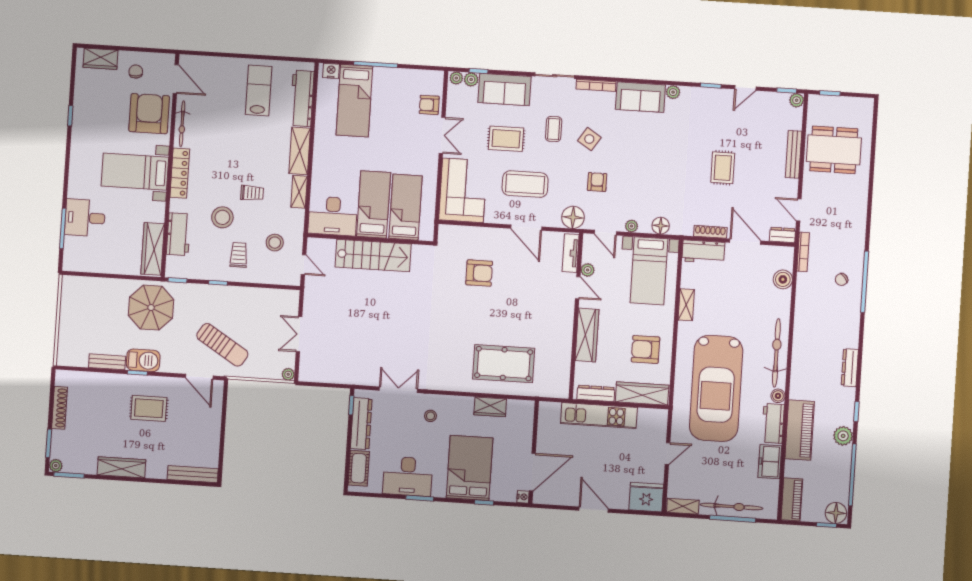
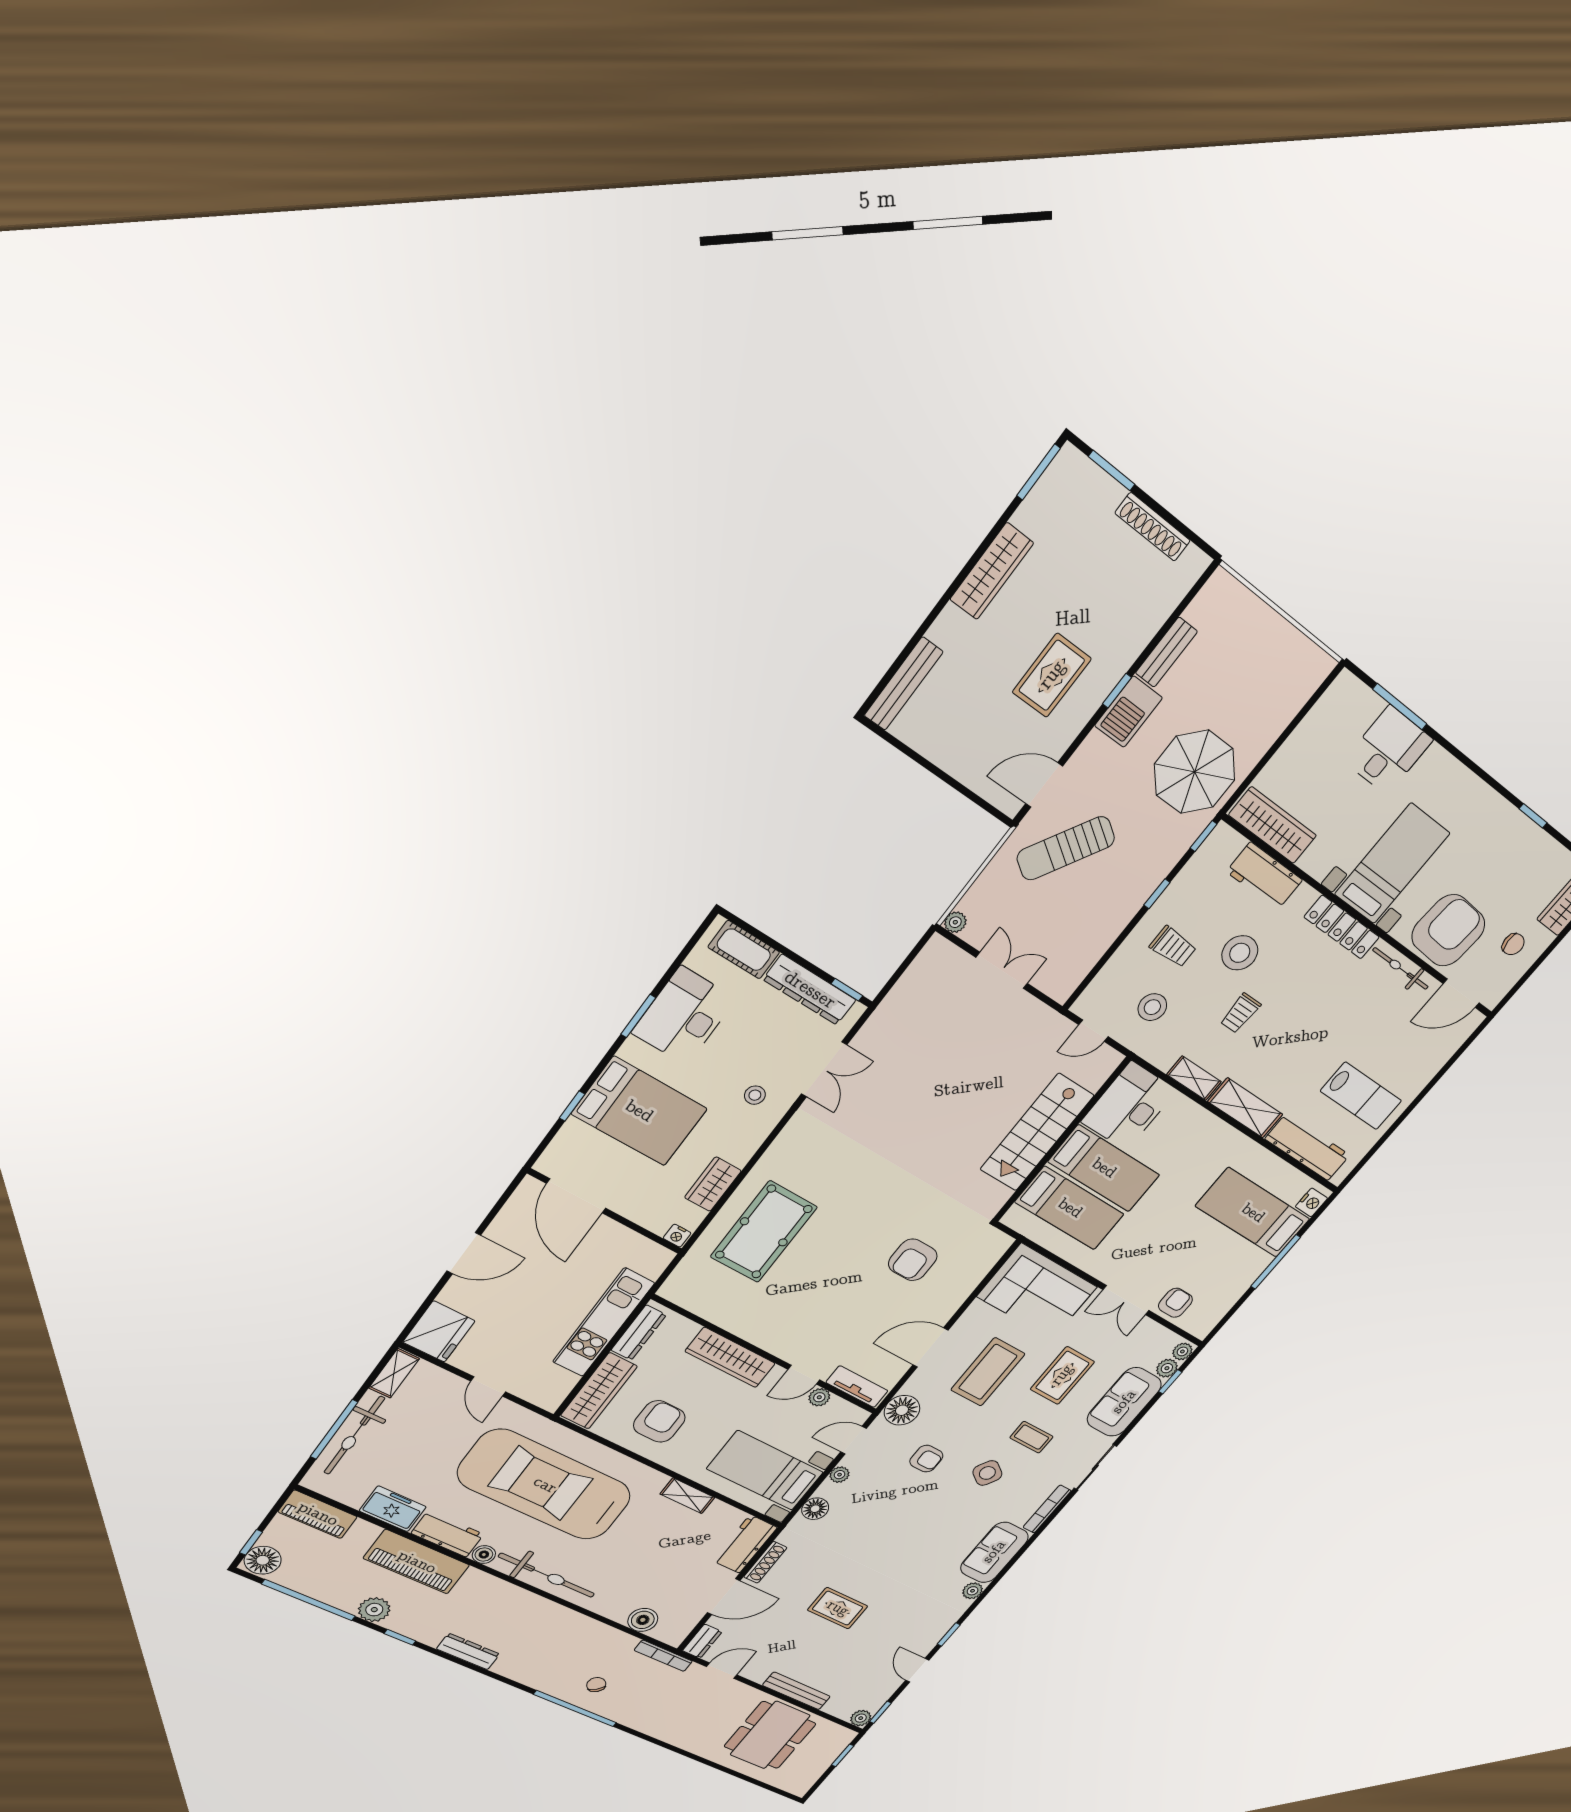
armchair: (149, 114) -> (1448, 930), turned -86
plant: (56, 466) -> (1069, 459), removed
nightstand: (523, 497) -> (677, 1236), moved

